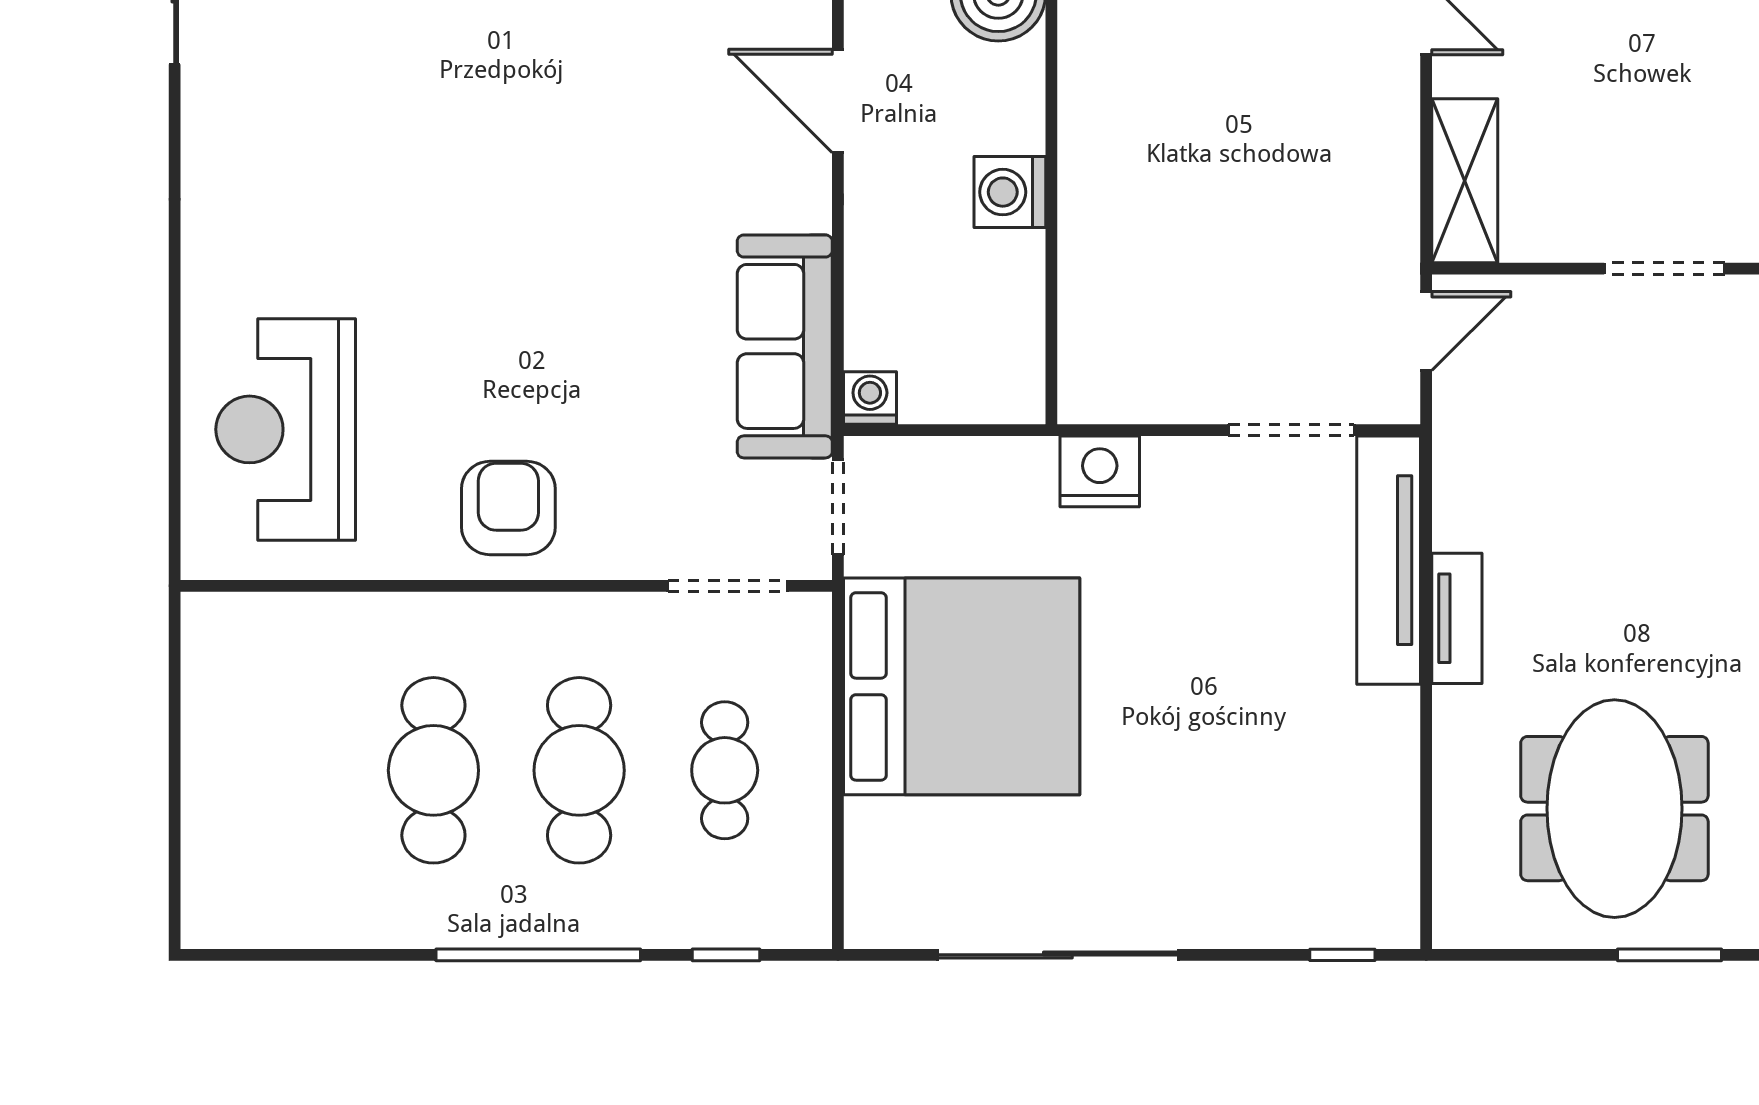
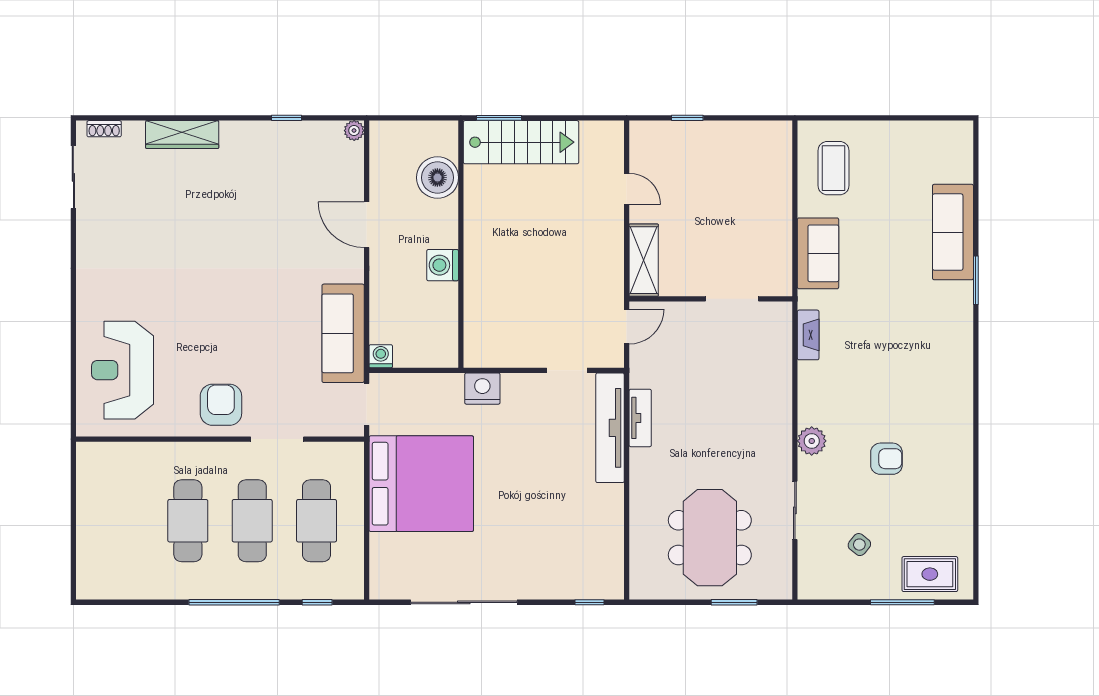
doorway: (1291, 430) -> (567, 370), width x0.73
doorway: (728, 586) -> (277, 439), moved
tv unit: (1457, 618) -> (640, 418), moved
cafe table: (725, 770) -> (317, 521), width x1.37, depth x1.35

